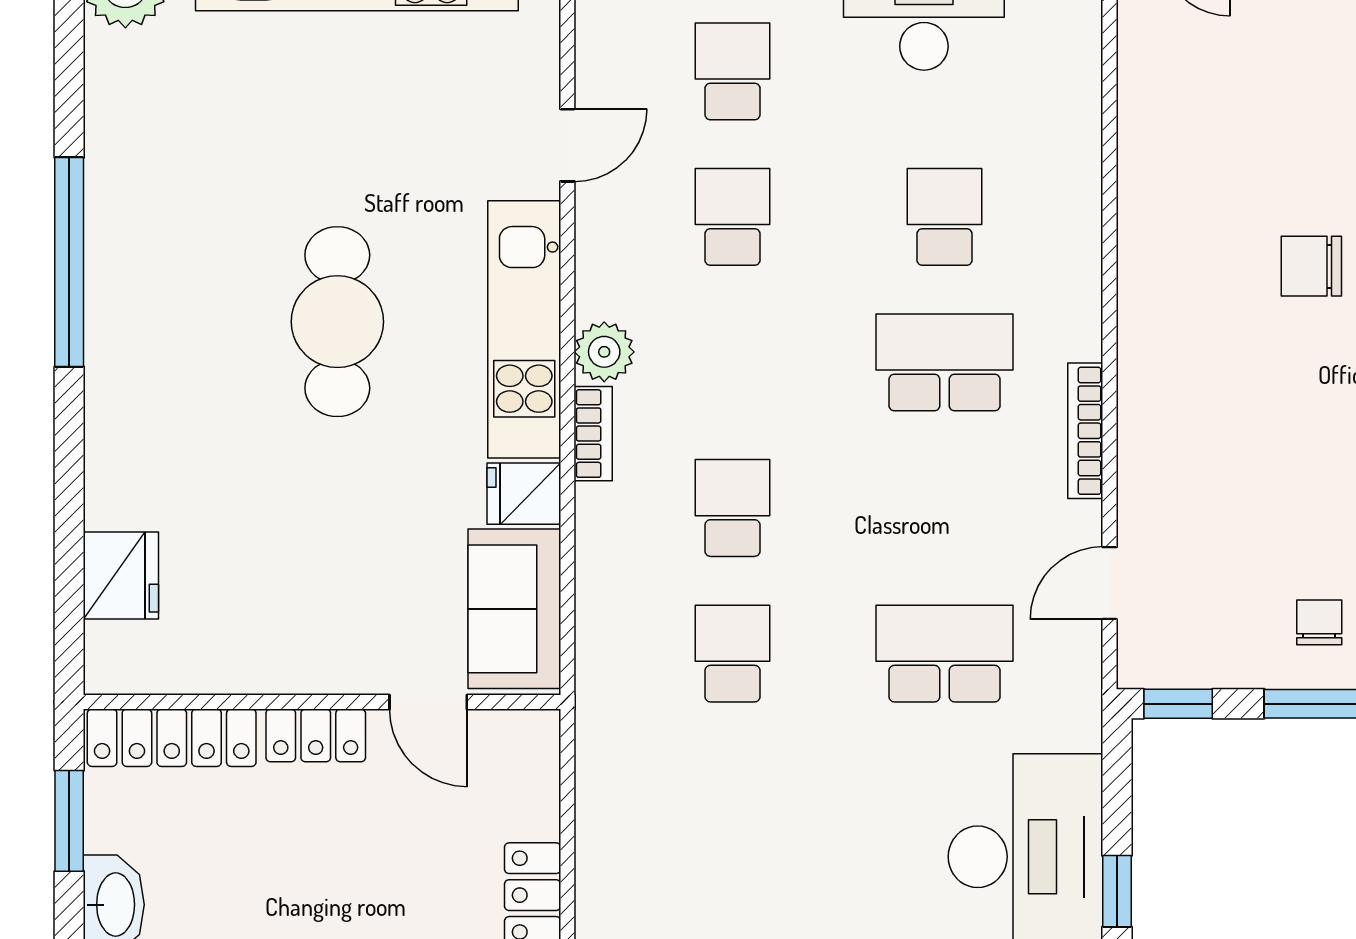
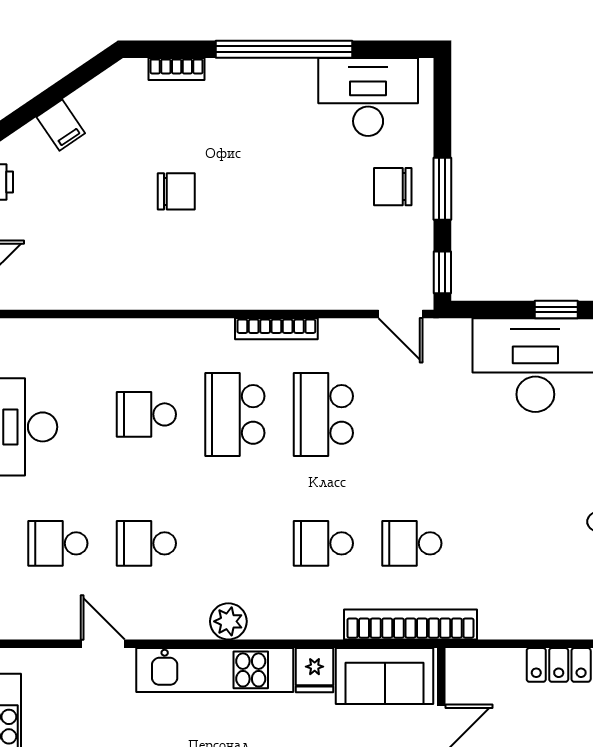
chair: (1311, 266) -> (176, 191), turned -90
bookcase: (593, 434) -> (410, 624), moved, width x2.31, depth x1.31
door: (1110, 583) -> (401, 314), moved
chair: (1319, 622) -> (393, 187), width x1.37, depth x1.37
school desk: (944, 654) -> (323, 414), moved

